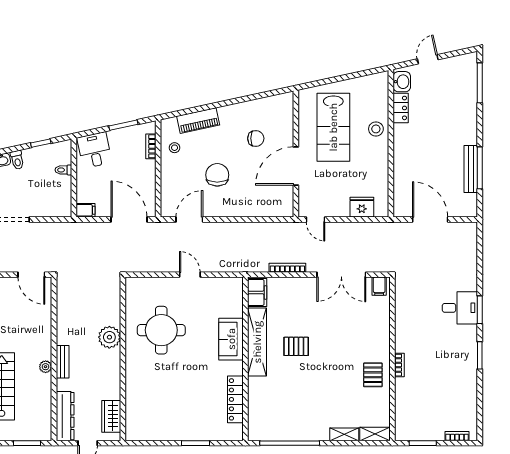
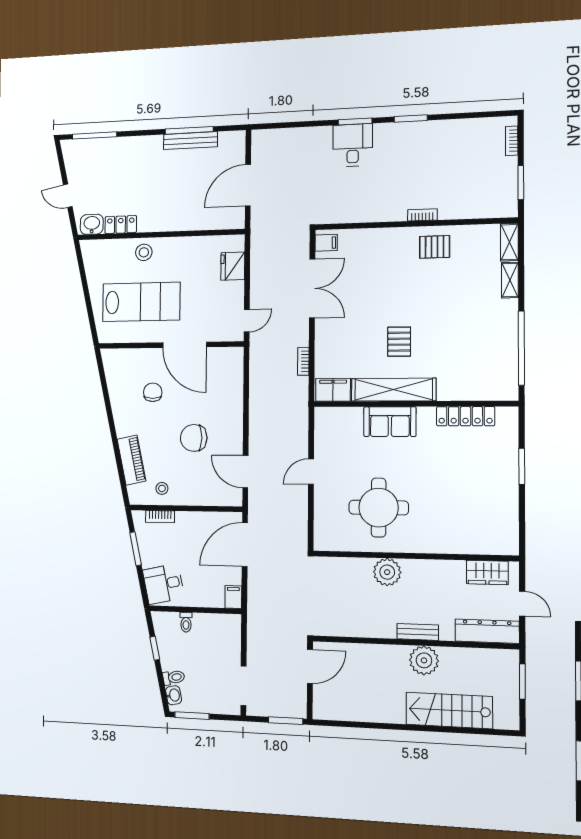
bookcase: (287, 268) -> (303, 361), width x0.64
plant: (46, 367) -> (424, 660), width x1.88, depth x1.88

